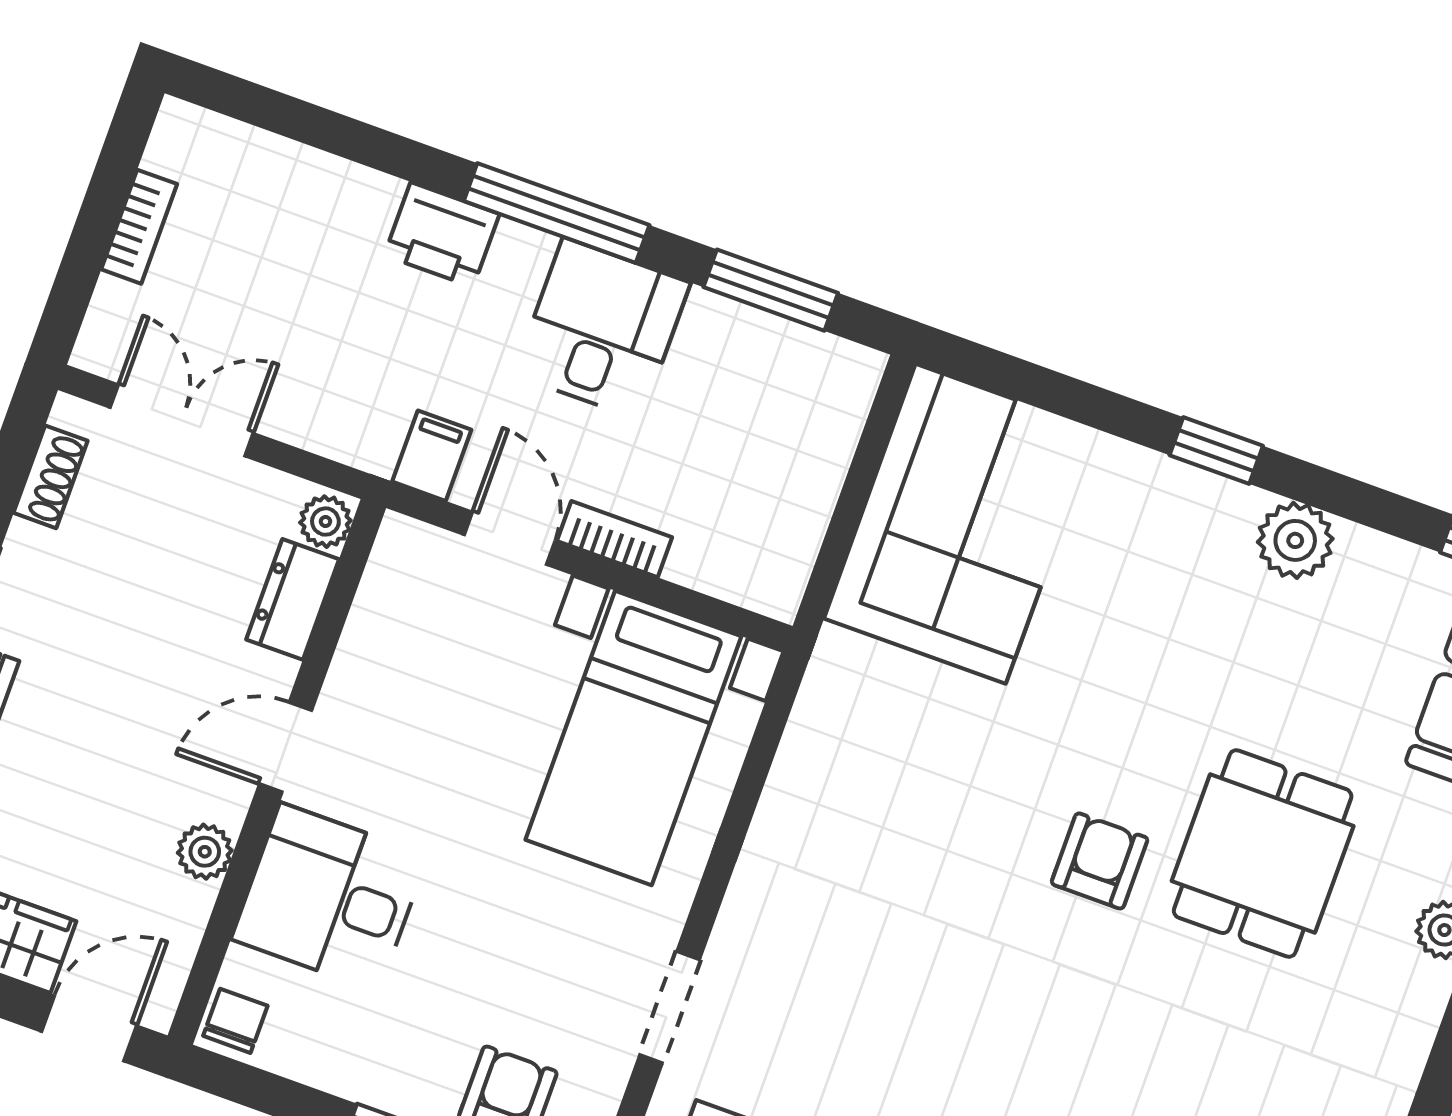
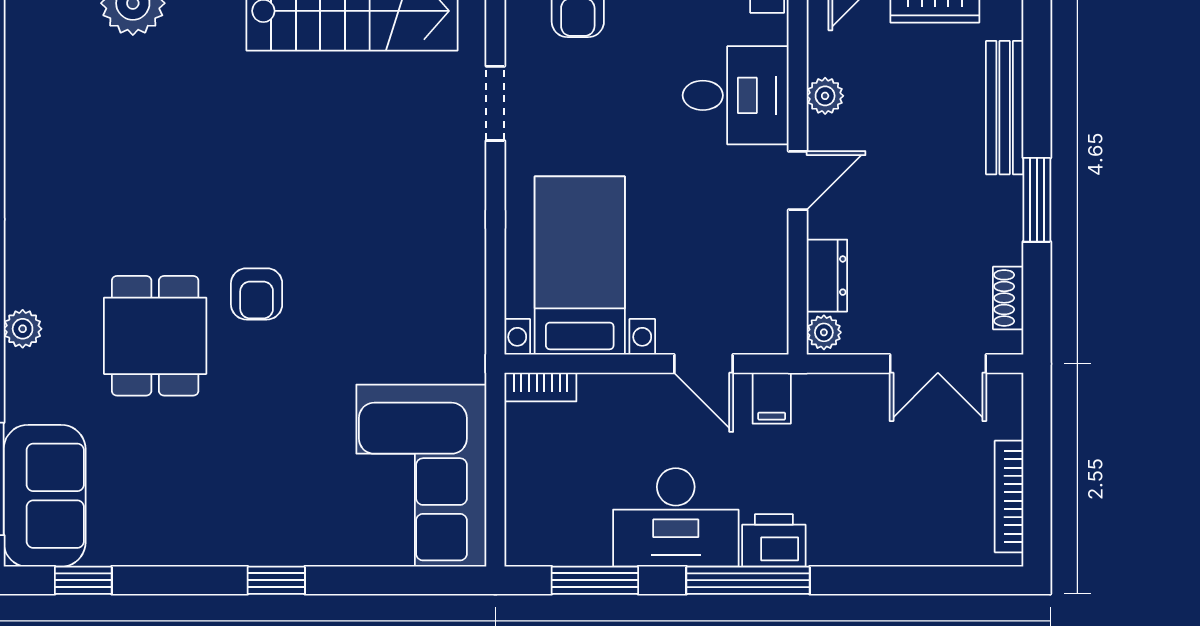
bookcase: (139, 227) -> (1009, 497), width x1.56
printer: (442, 235) -> (774, 540), moved
desk: (602, 329) -> (676, 517), width x1.37
bookcase: (614, 539) -> (540, 387), moved
plant: (1295, 540) -> (206, 541), removed

